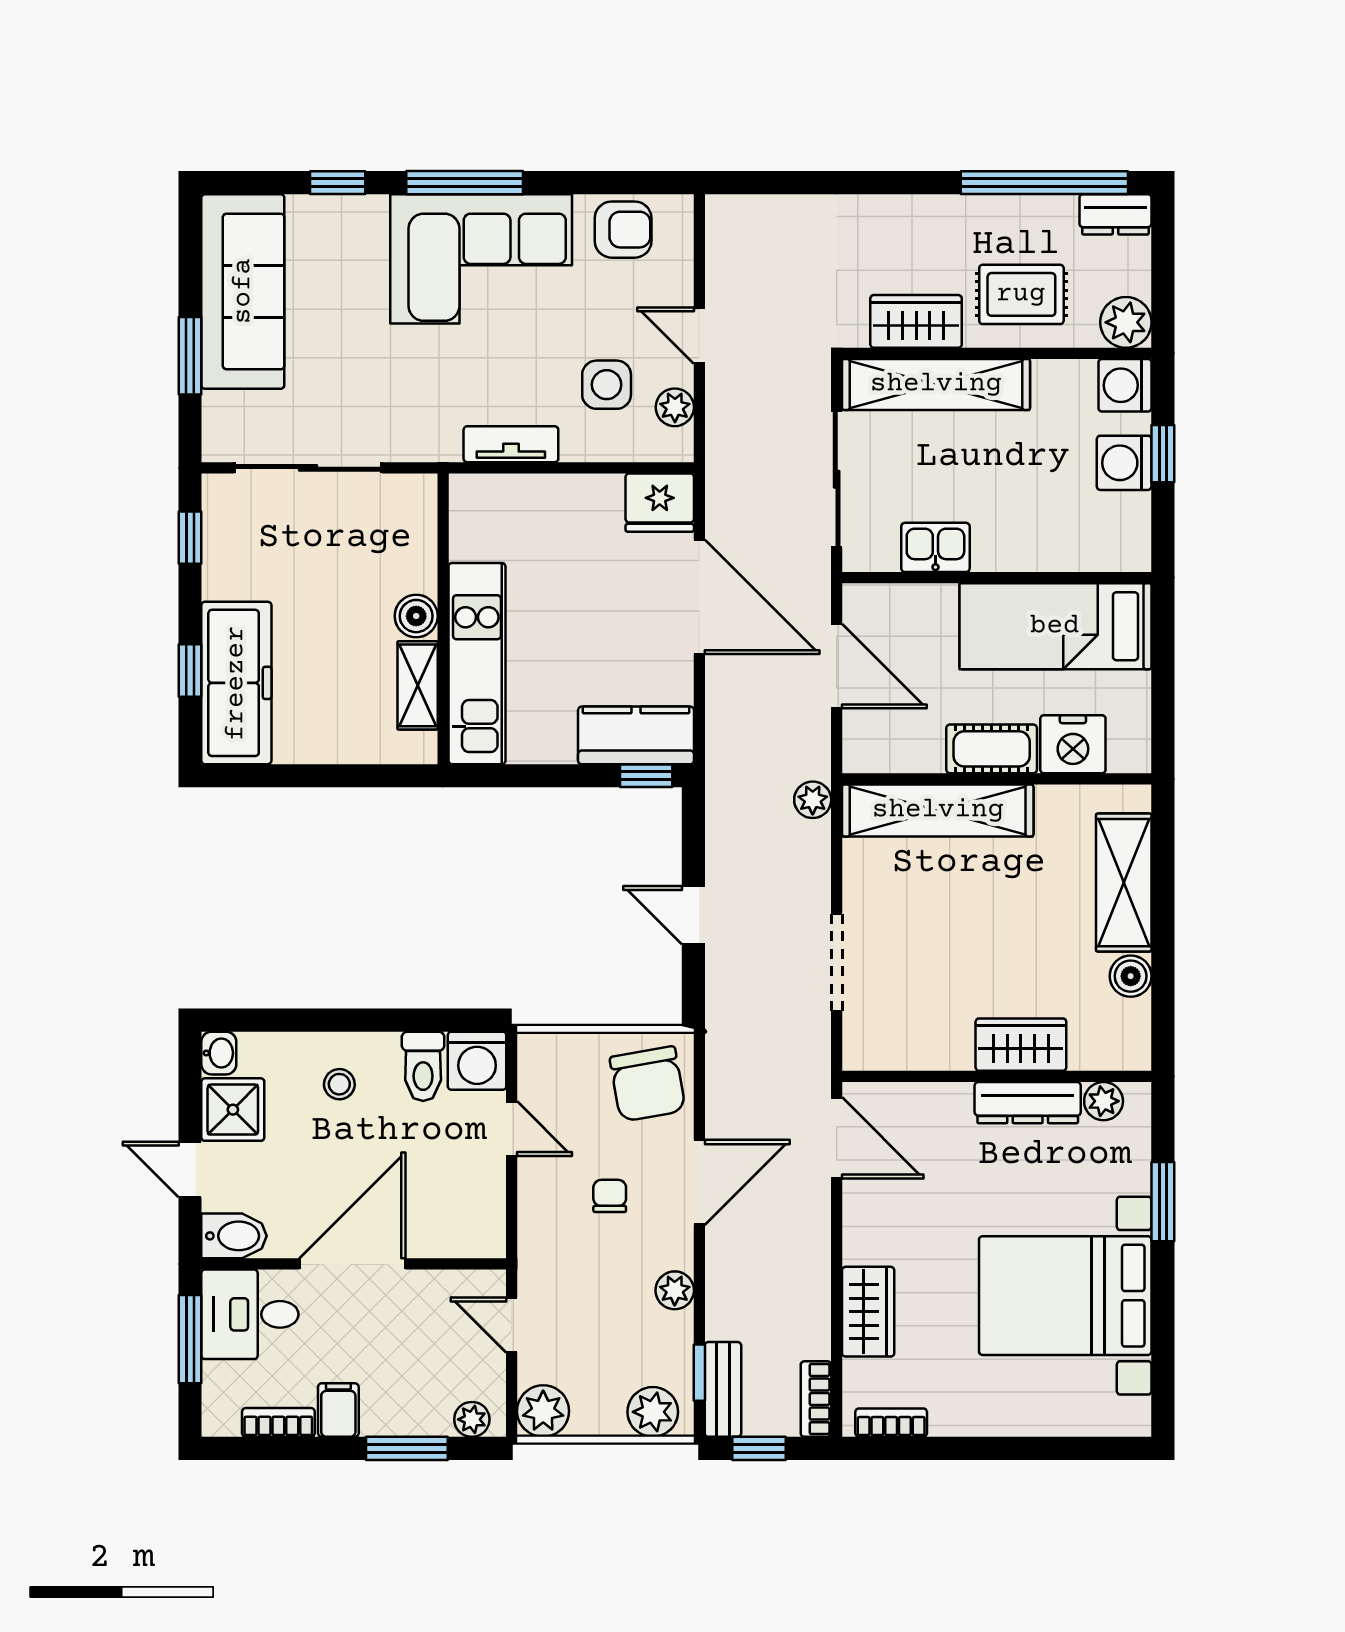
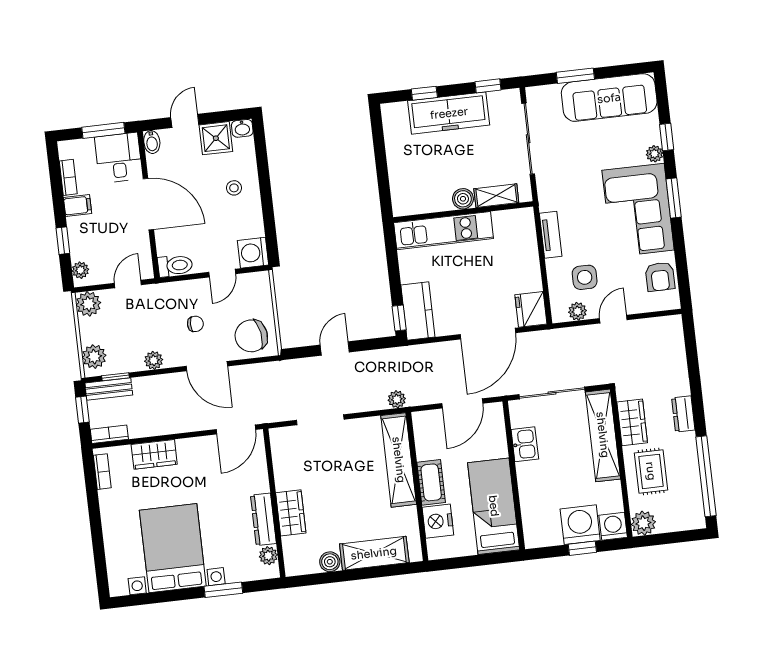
window: (465, 183) -> (674, 198), width x0.69
plant: (369, 212) -> (654, 154), added
dresser: (1115, 214) -> (683, 414), moved
washing machine: (1124, 463) -> (580, 525), width x1.37, depth x1.37
freezer: (236, 683) -> (449, 113), moved
shelving: (418, 685) -> (496, 196), moved
toilet: (423, 1066) -> (175, 266), moved, turned 180
bidet: (234, 1236) -> (152, 142), width x0.72, depth x0.74
window: (407, 1448) -> (63, 241), width x0.67

